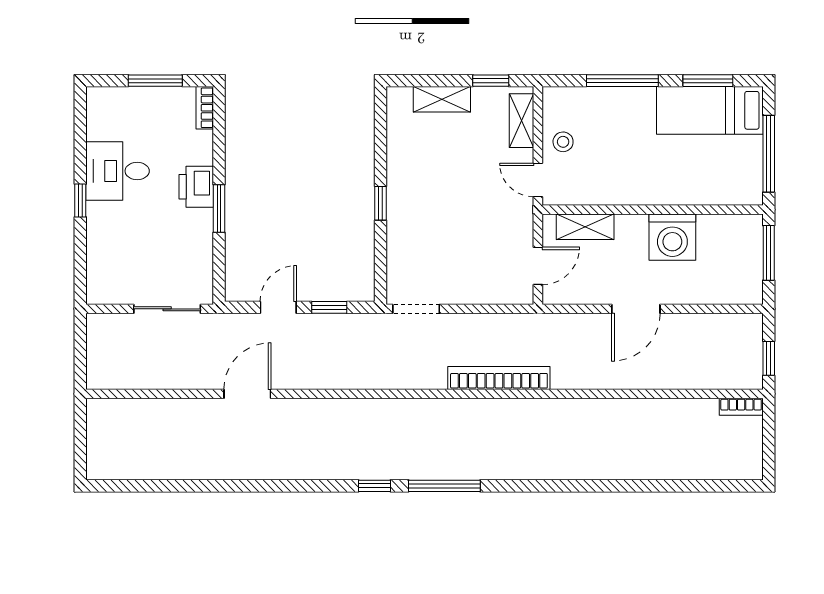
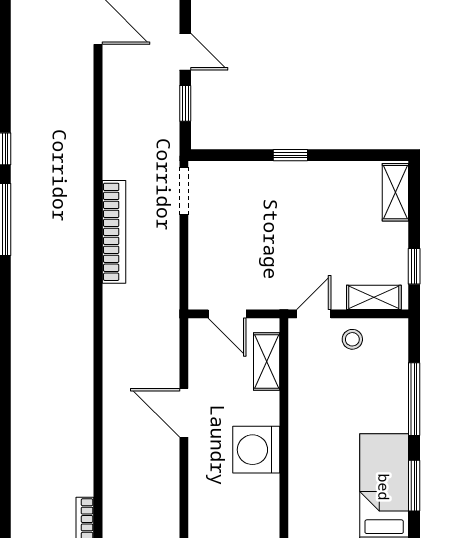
shelving: (442, 99) -> (395, 192), moved
bookcase: (499, 378) -> (114, 232), moved

